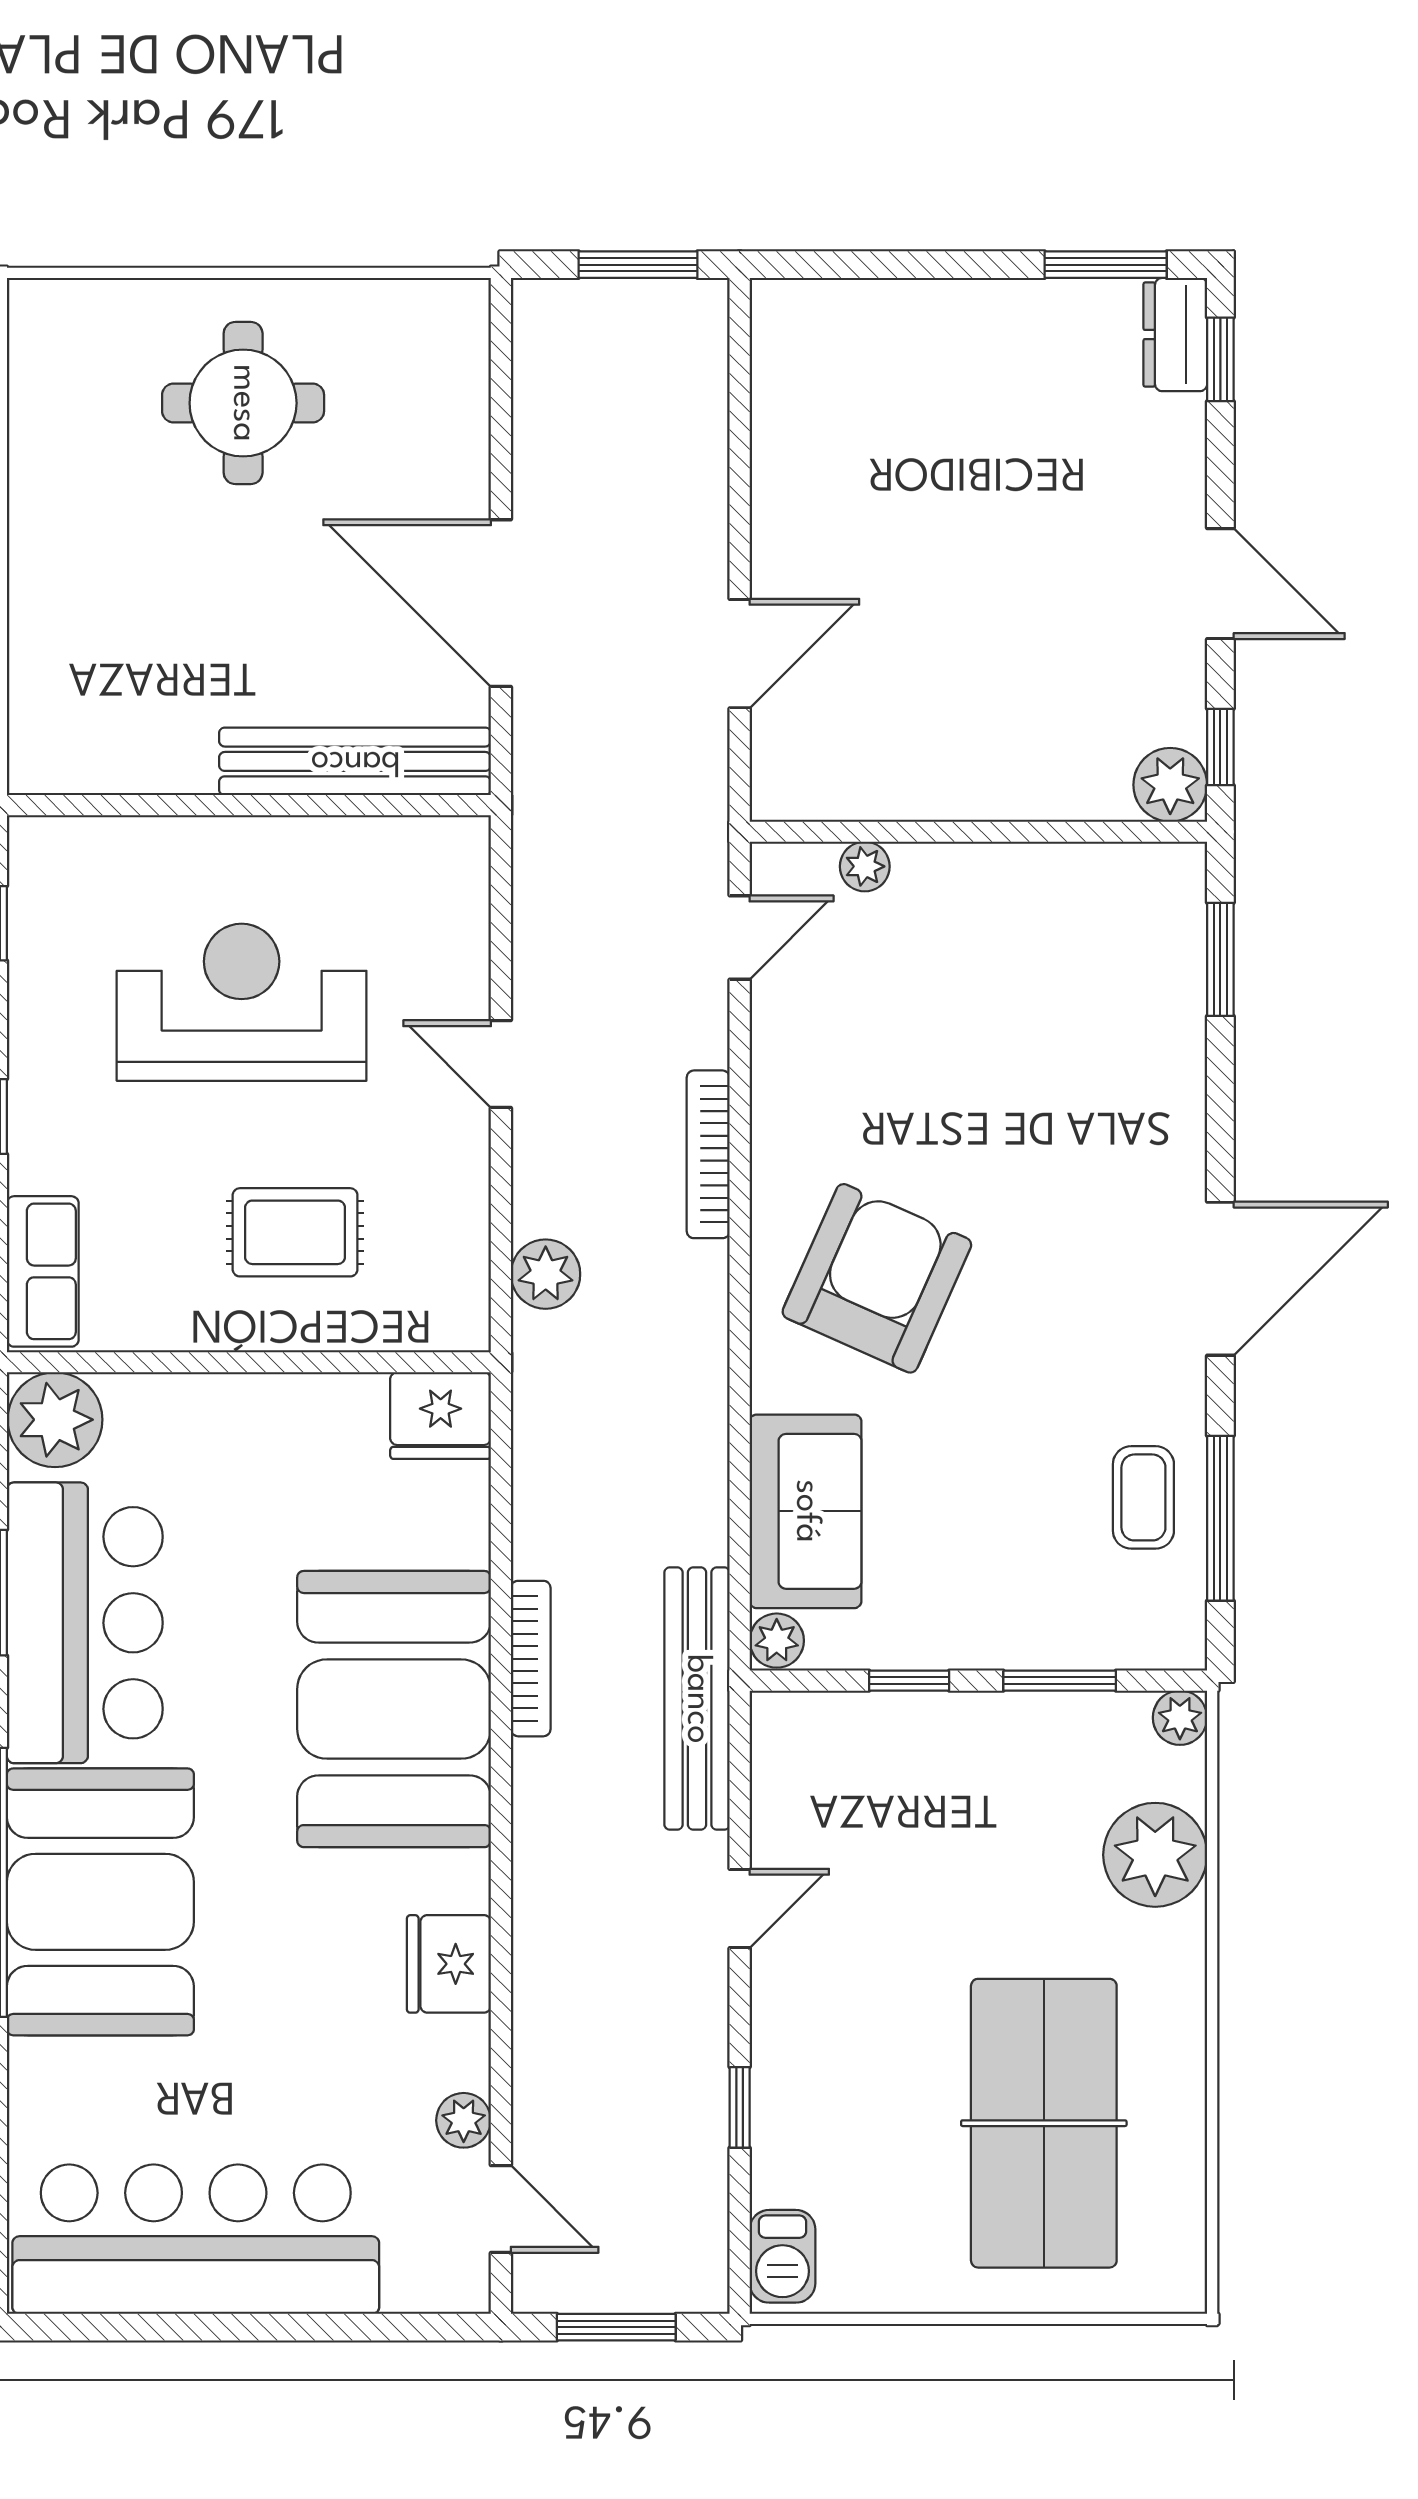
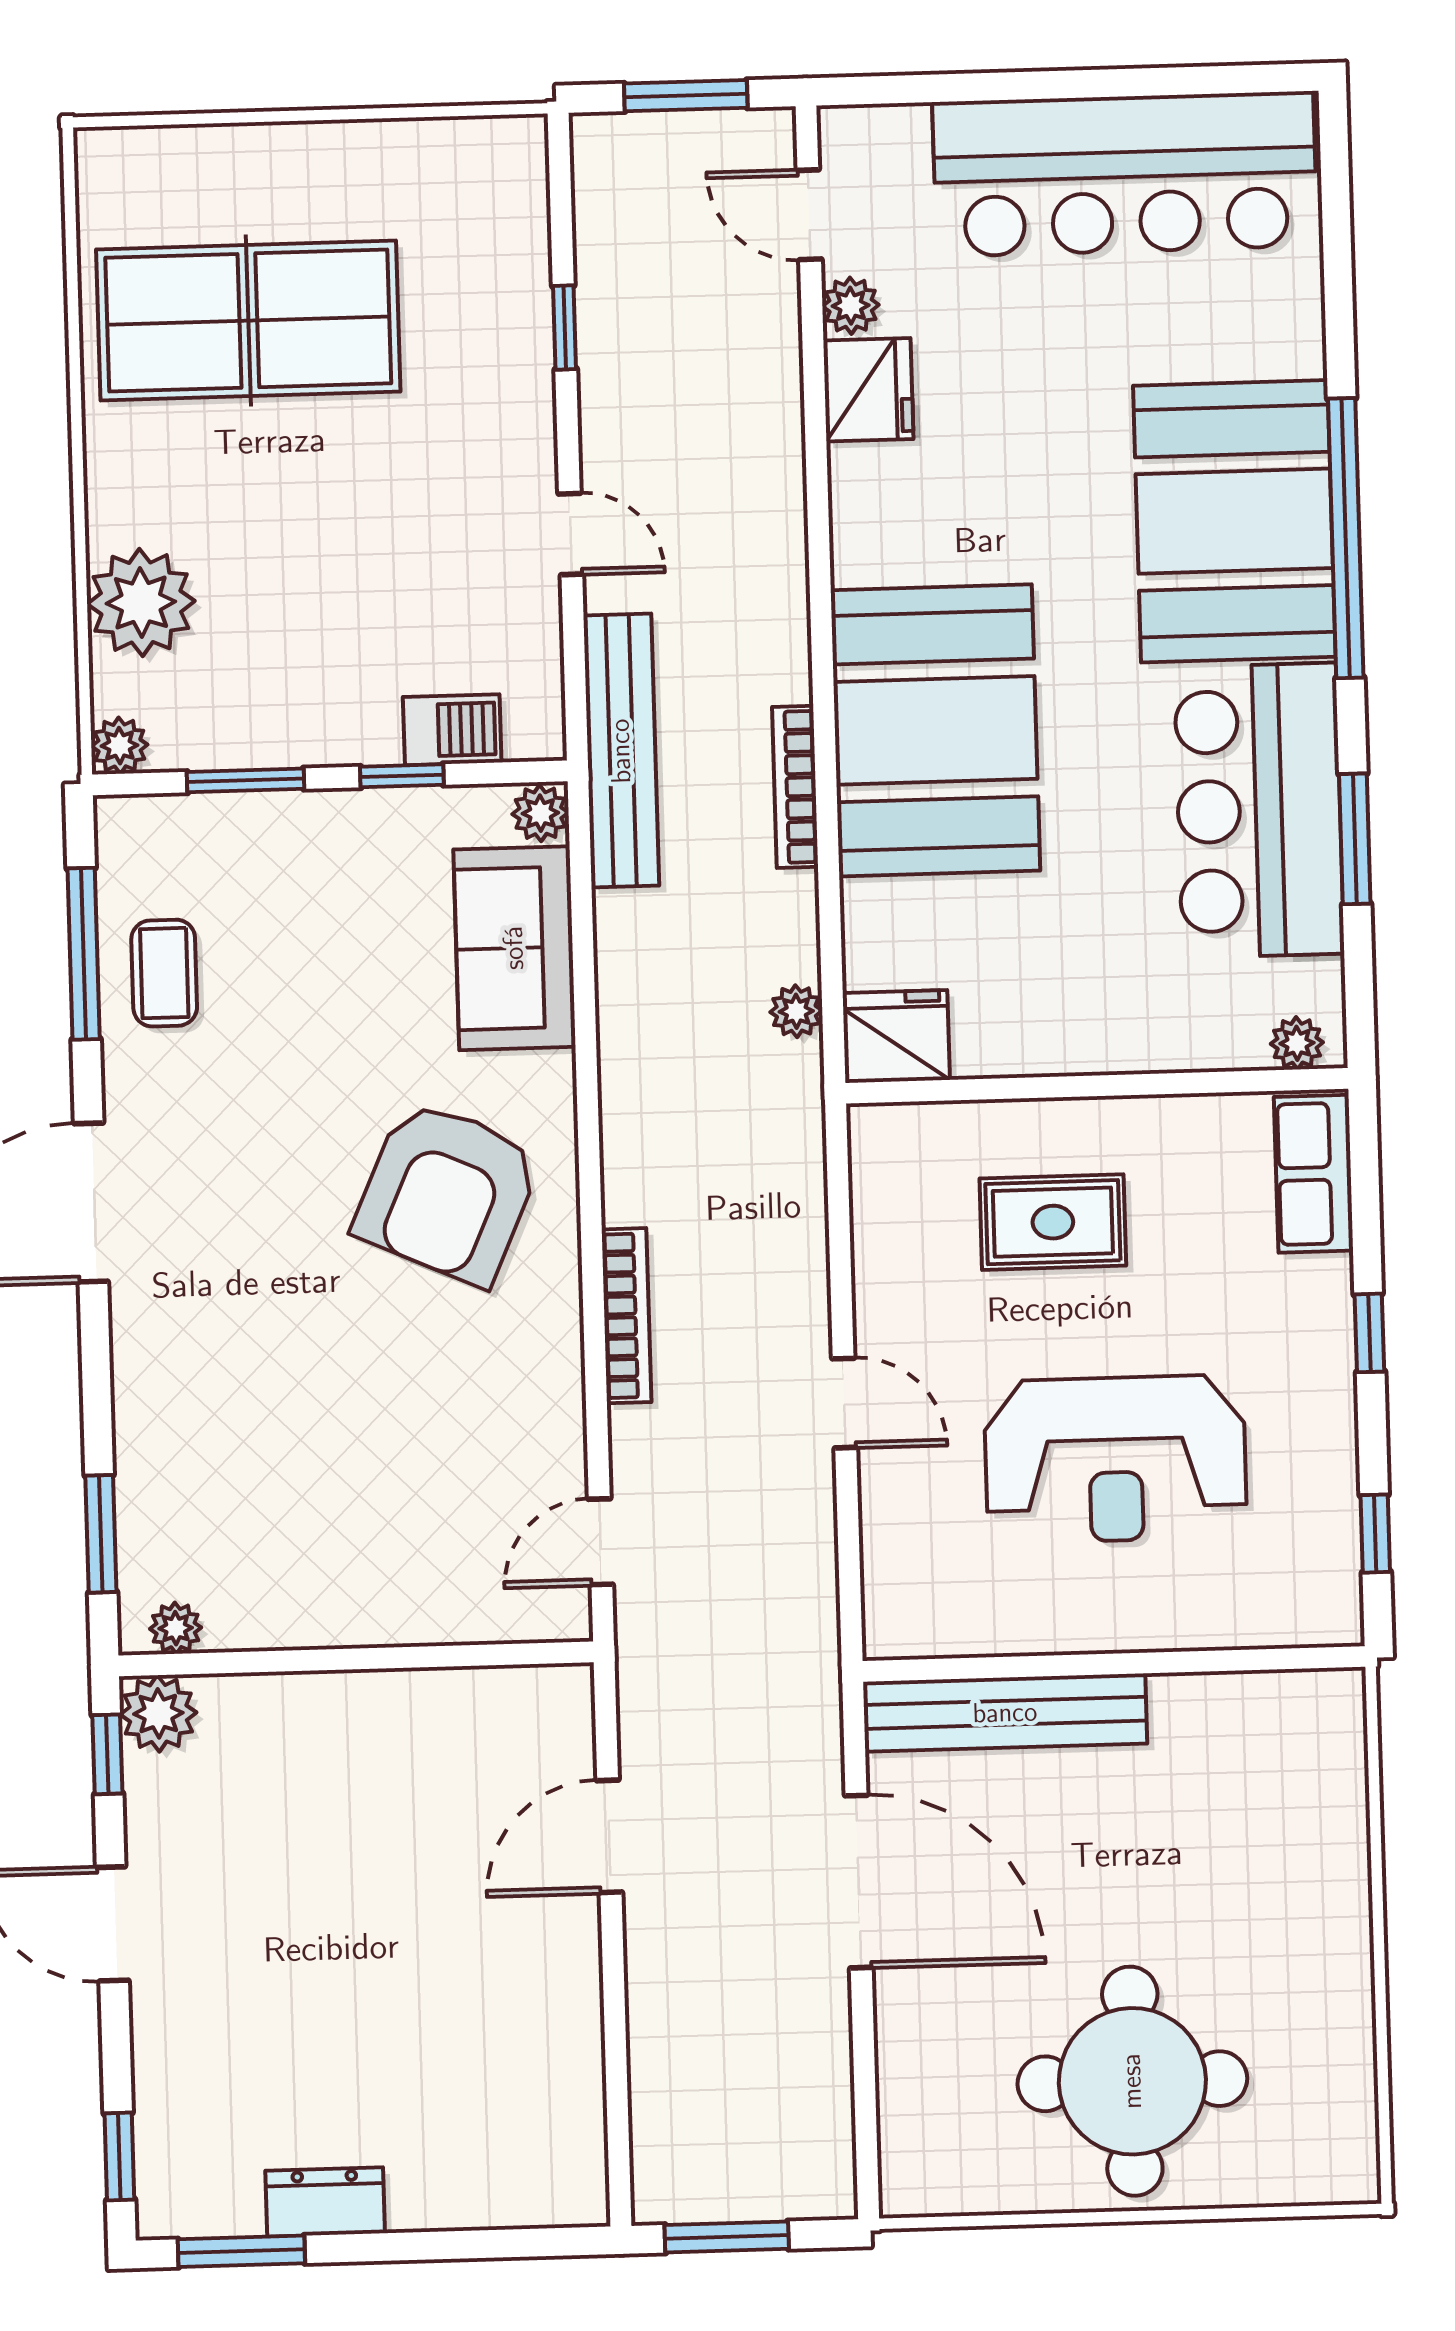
dresser: (1175, 335) -> (325, 2202), moved, turned -90
round table: (243, 403) -> (1132, 2081), width x1.36, depth x1.36
plant: (865, 866) -> (176, 1628), moved
plant: (546, 1274) -> (796, 1011), moved, width x0.73, depth x0.73
plant: (55, 1420) -> (1297, 1043), width x0.53, depth x0.53
door: (740, 1908) -> (571, 534), swing flipped
fridge: (449, 1964) -> (868, 390), moved
table tennis table: (1044, 2123) -> (248, 321), turned 90
barbecue: (782, 2256) -> (452, 730), moved, turned 90

